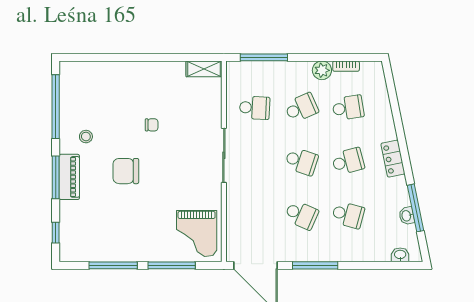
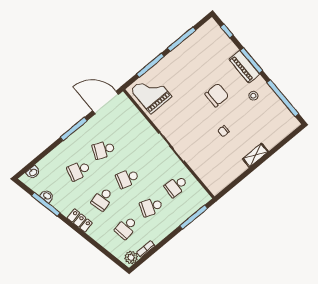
shelving: (204, 69) -> (255, 155), moved
plant: (322, 70) -> (131, 257), moved
school desk: (301, 108) -> (151, 207), turned 45

